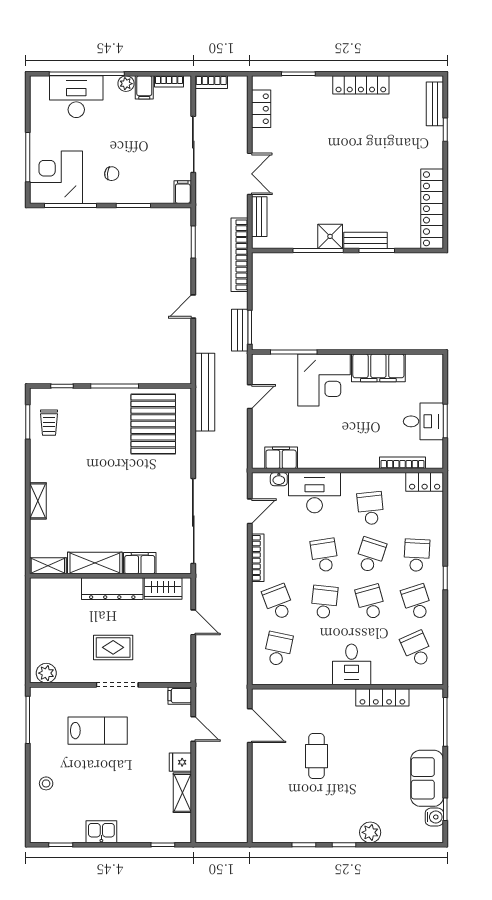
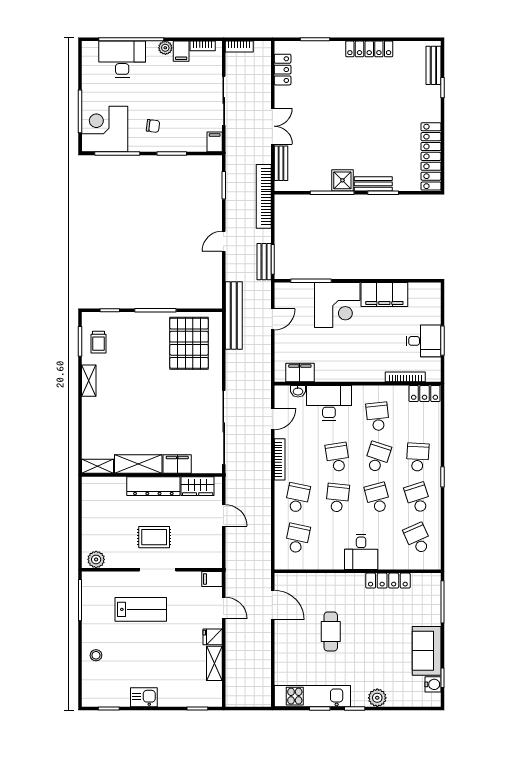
shelving: (38, 501) -> (89, 381), moved
school desk: (278, 602) -> (297, 498), turned 33
kitchen unit: (295, 830) -> (312, 696), added

